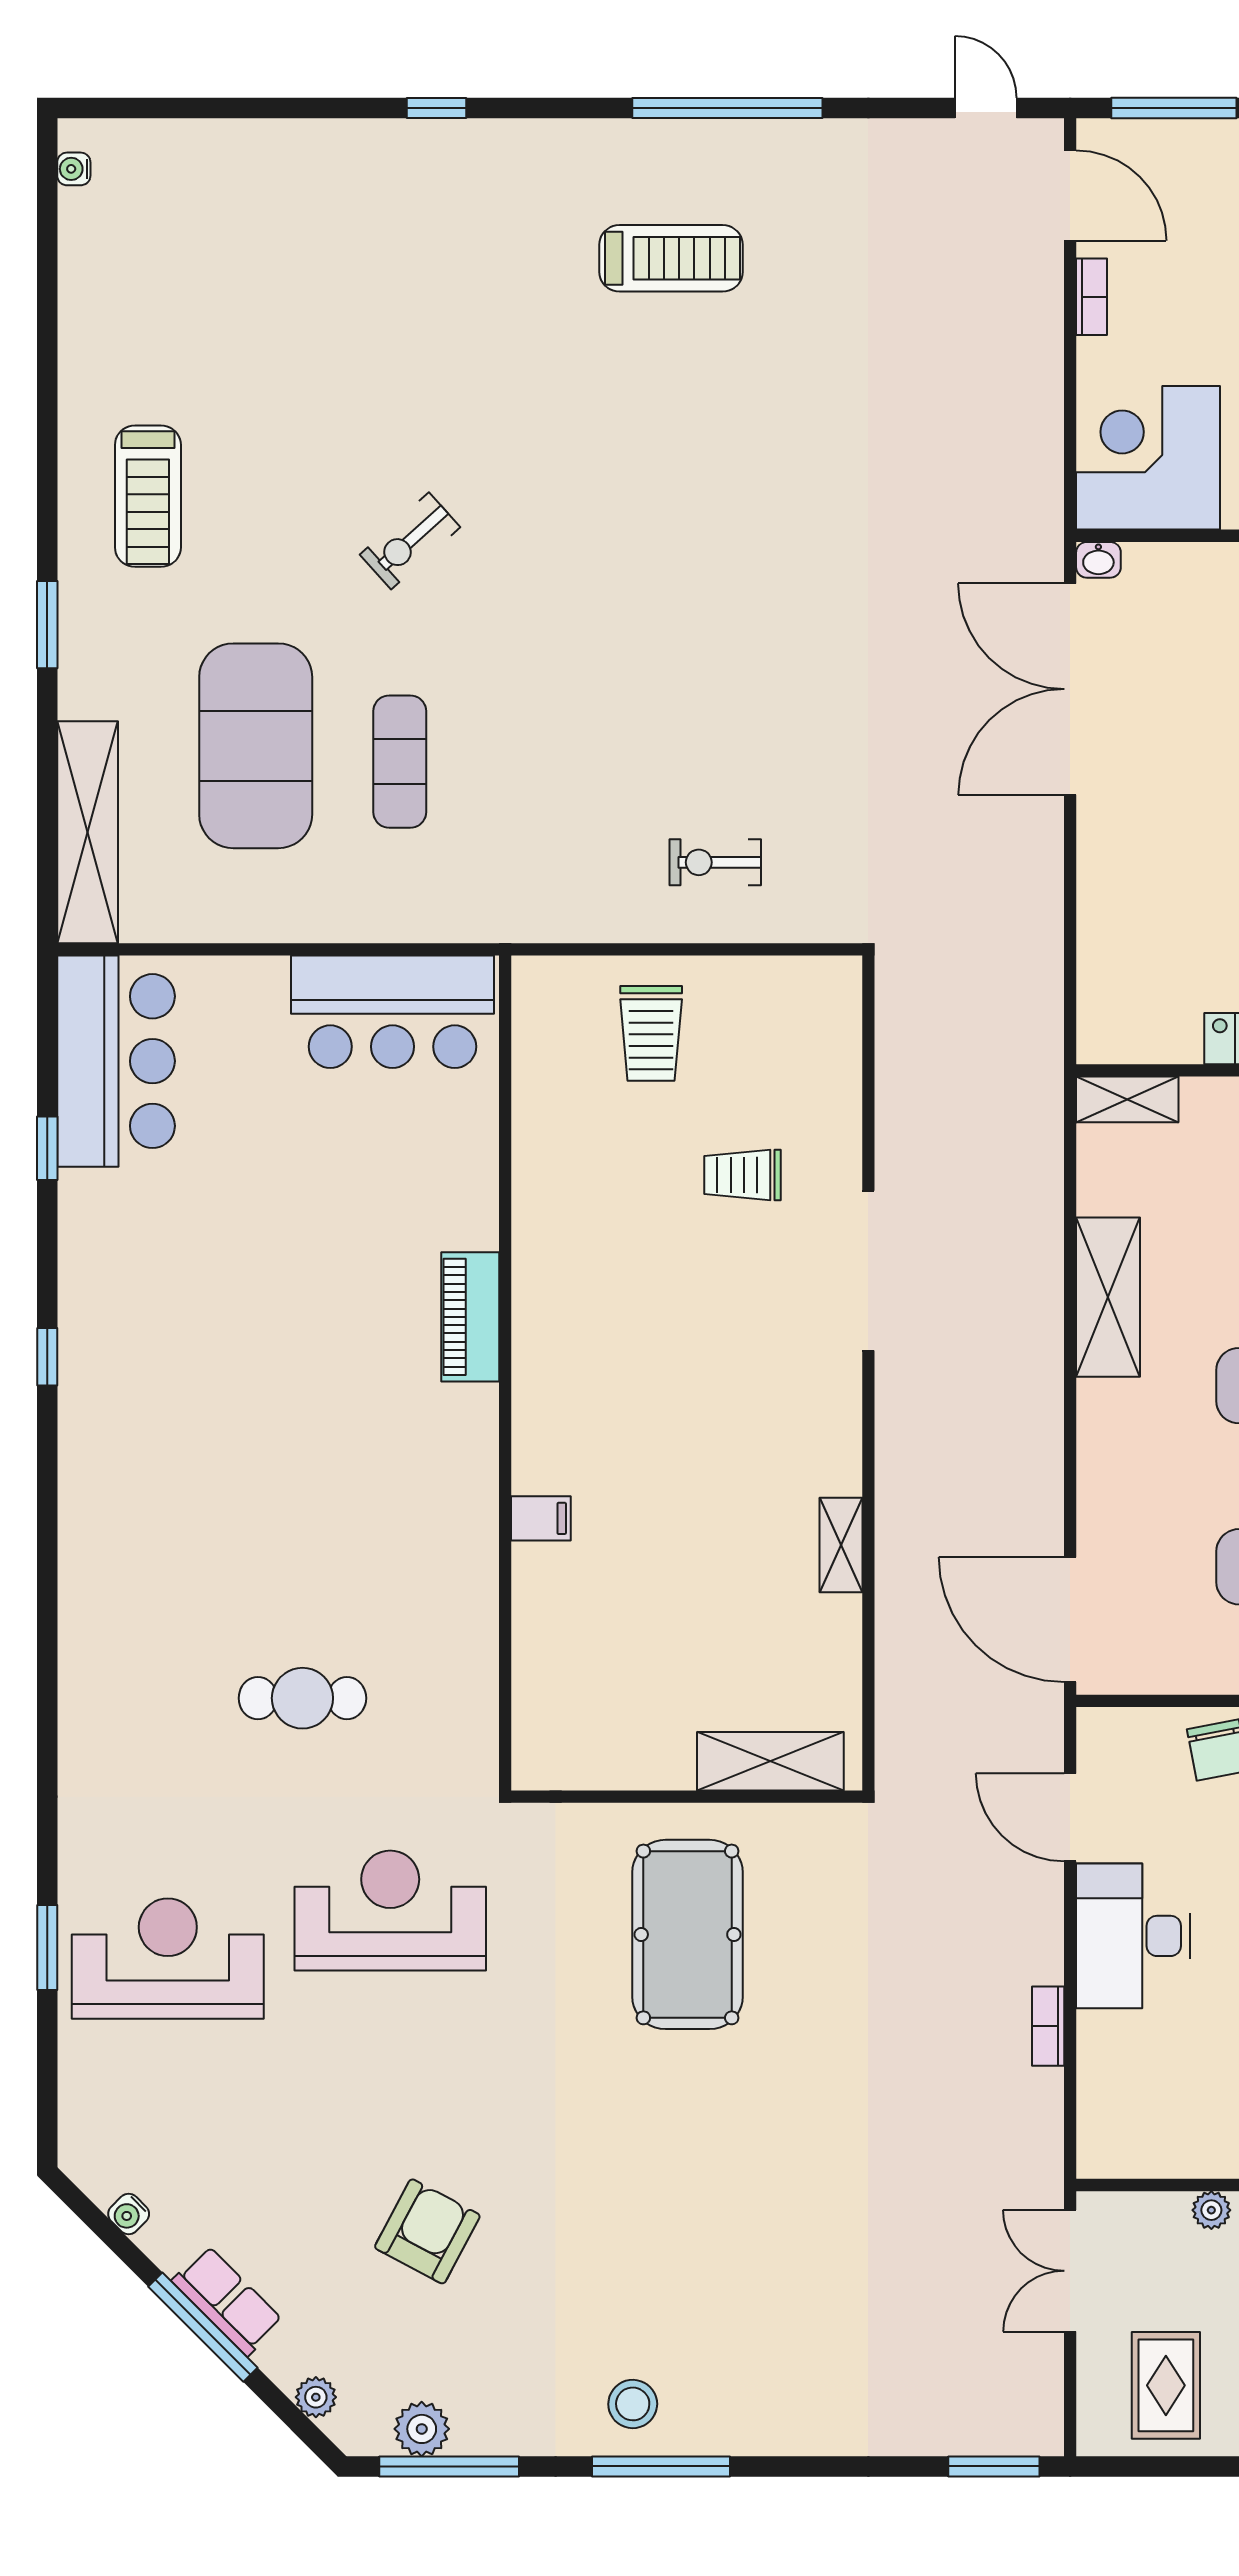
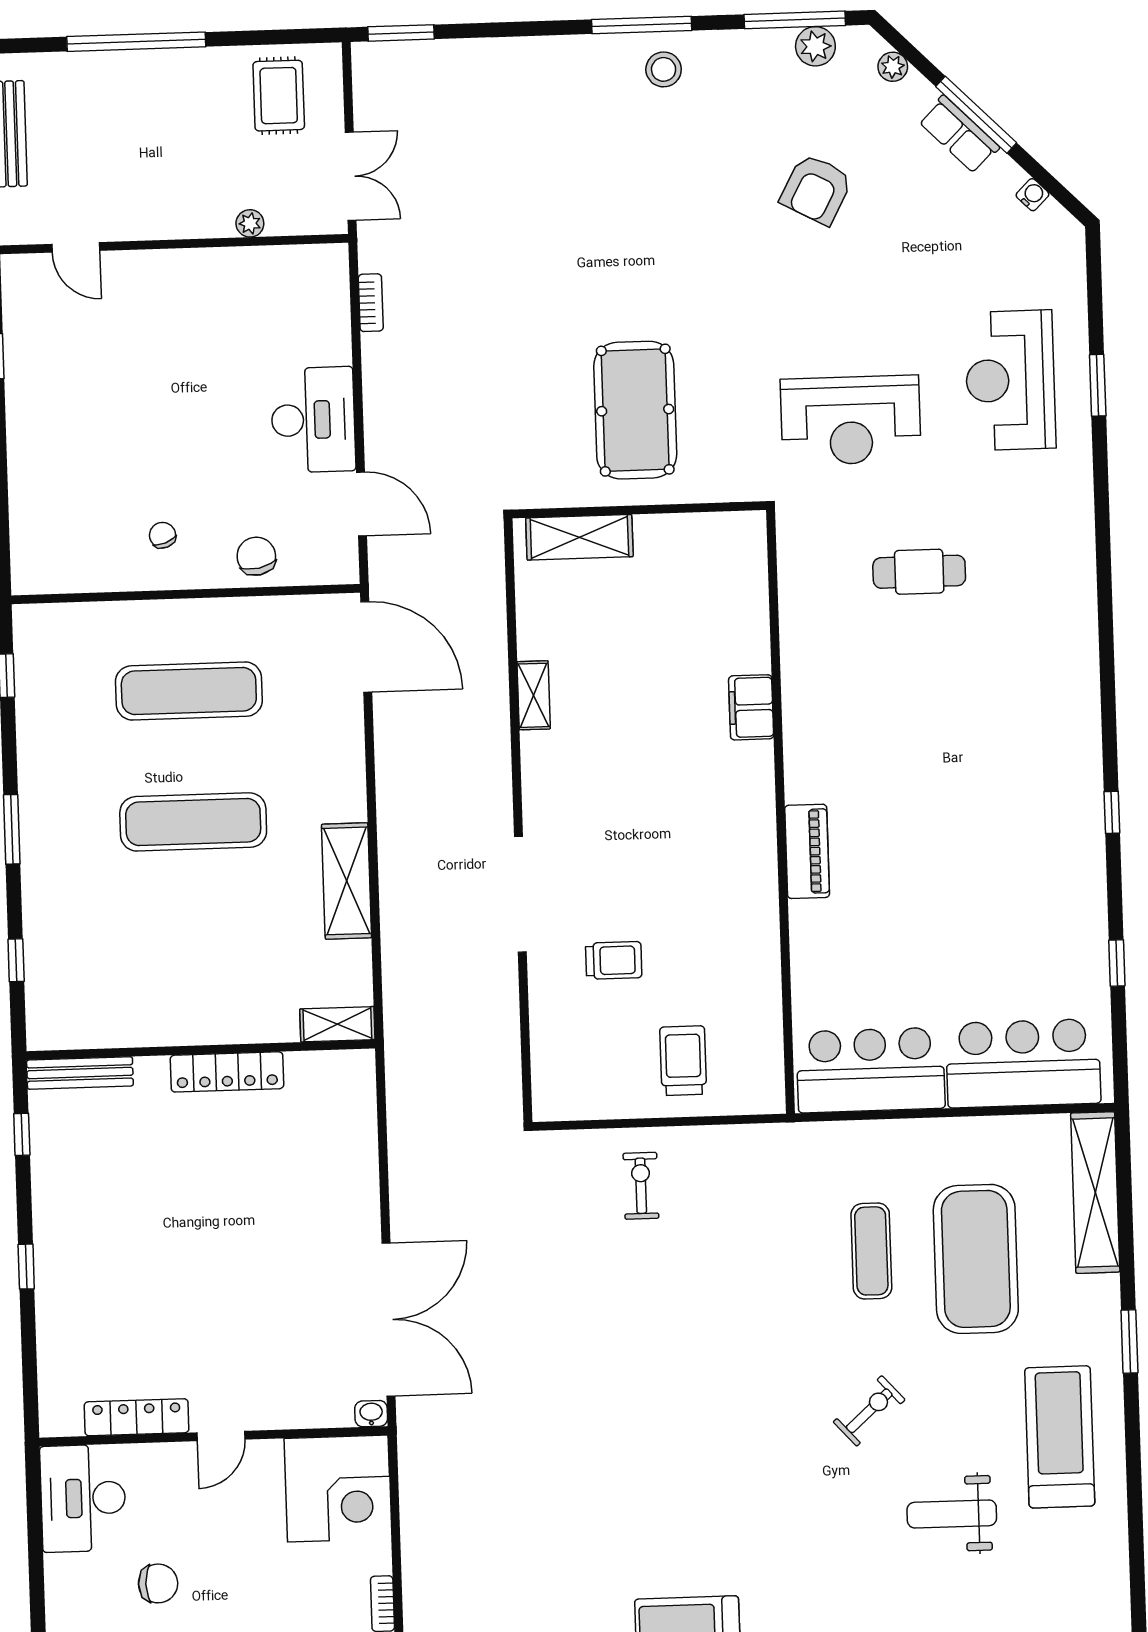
weight bench: (301, 394) -> (952, 1514), added
treadmill: (148, 496) -> (1060, 1437), width x1.37, depth x1.38
exercise bike: (715, 862) -> (641, 1186), turned -90
bar counter: (116, 1061) -> (1023, 1063), moved, turned 90
filing cabinet: (541, 1518) -> (751, 707), width x2.00
reception desk: (168, 1959) -> (1010, 380), turned 90
bookcase: (1048, 2026) -> (371, 303), moved

